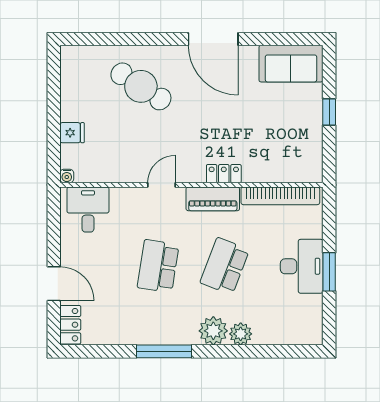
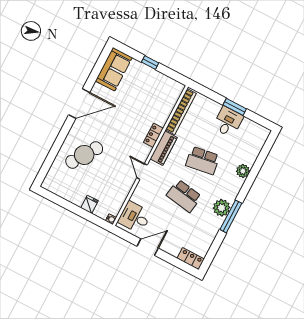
school desk: (225, 266) -> (203, 161), turned -30
desk: (302, 266) -> (228, 122), width x0.73
door: (54, 284) -> (148, 247), moved
plant: (213, 331) -> (222, 208), moved

